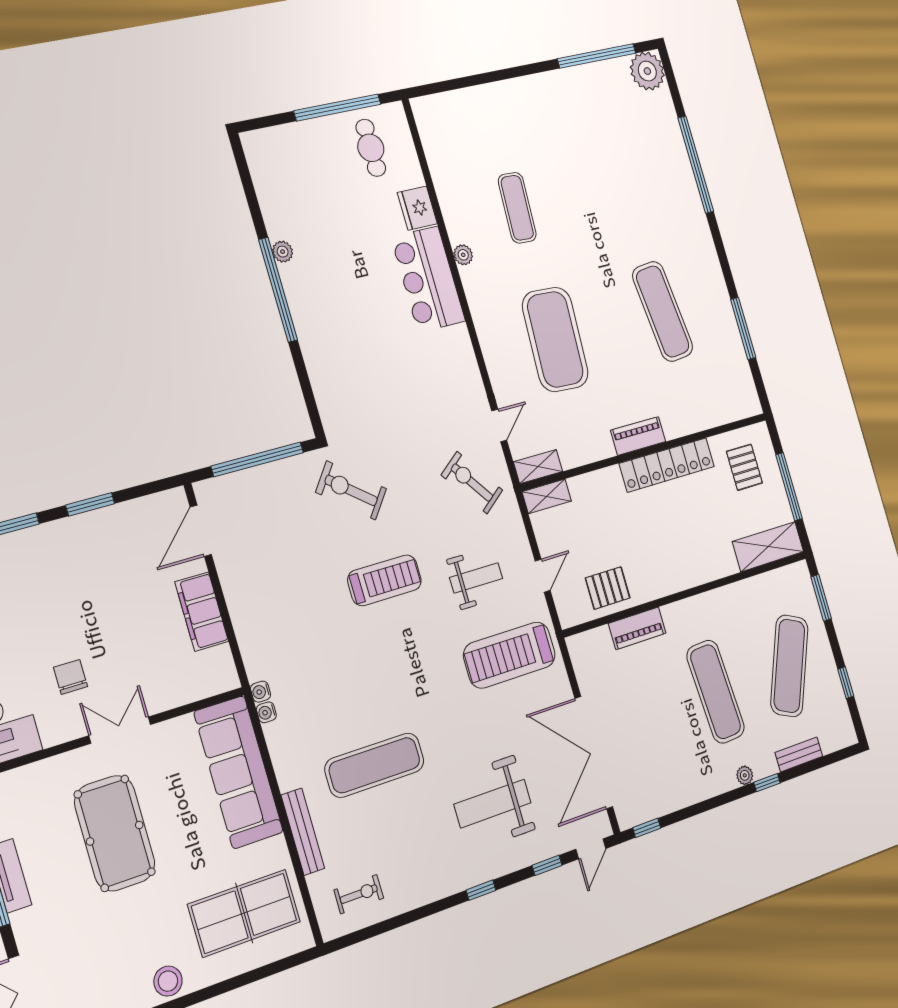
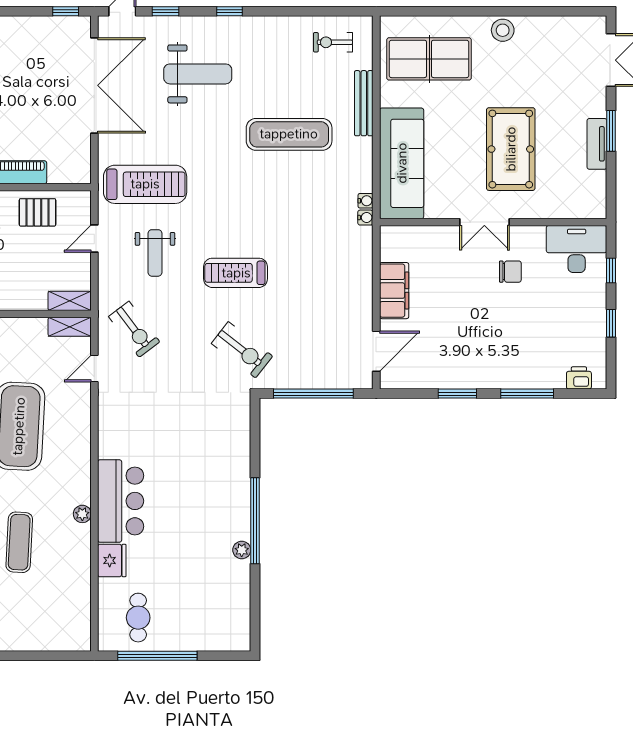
weight bench: (476, 578) -> (155, 253), turned -90
chair: (70, 677) -> (510, 272), turned -90

